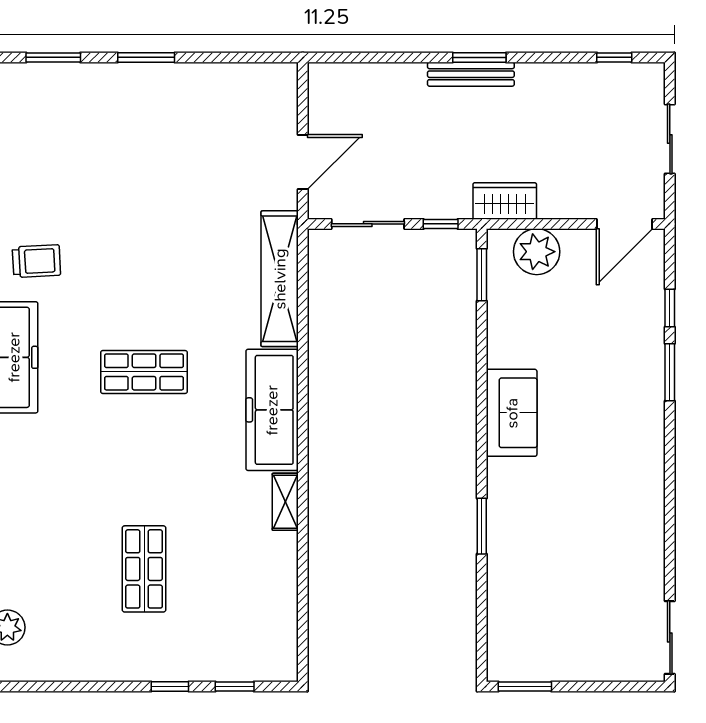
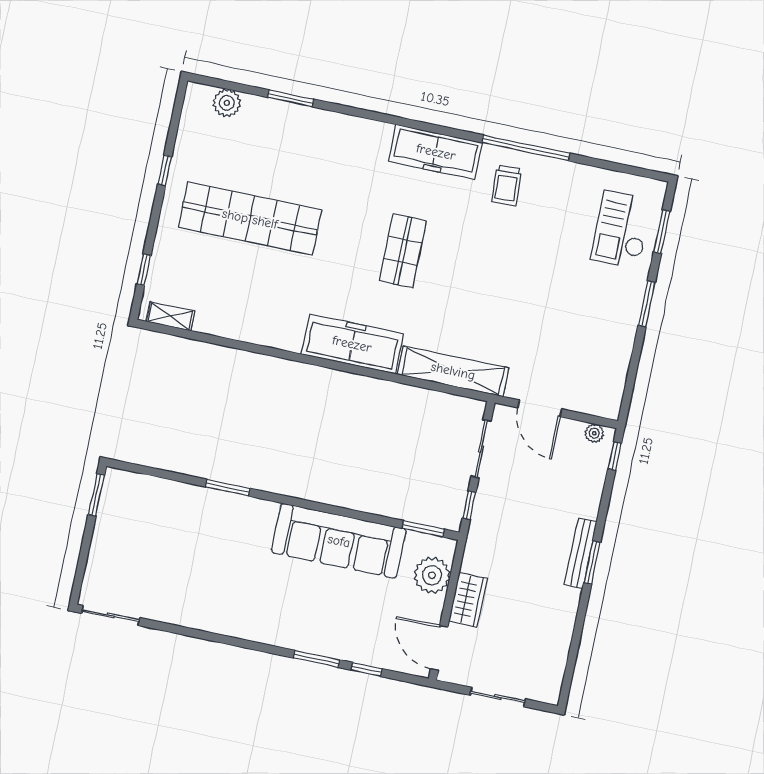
window: (614, 57) -> (615, 456), moved
plant: (319, 88) -> (594, 433), added
checkout: (61, 108) -> (622, 230), added
wardrobe: (505, 201) -> (468, 600), moved
sofa: (512, 413) -> (339, 541), width x1.85, depth x1.27
shelving: (285, 502) -> (170, 316), moved
shop shelf: (144, 569) -> (250, 219), width x2.00, depth x1.36
window: (170, 687) -> (165, 170), moved

